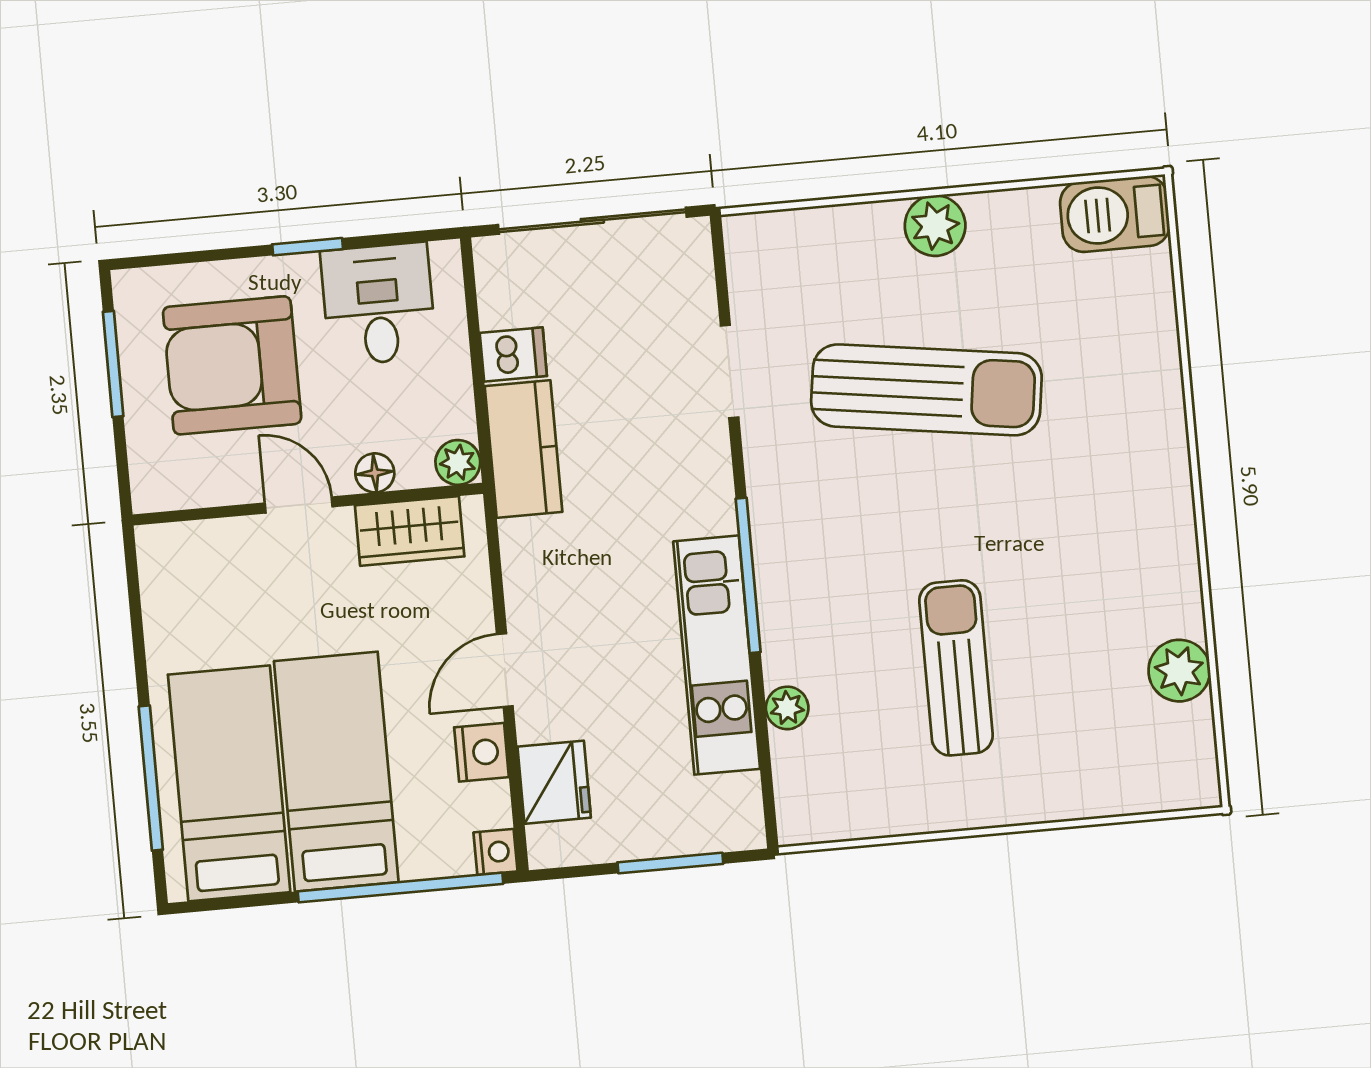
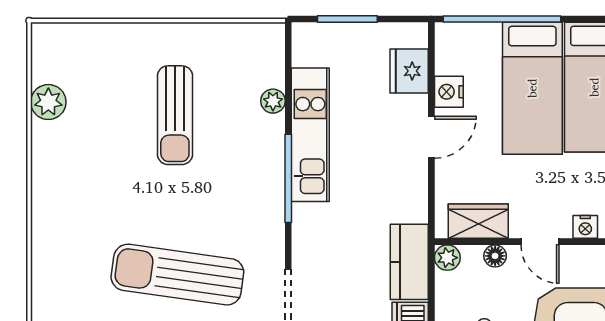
nightstand: (496, 852) -> (585, 227), moved, turned -90

